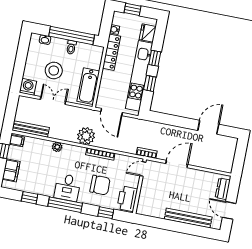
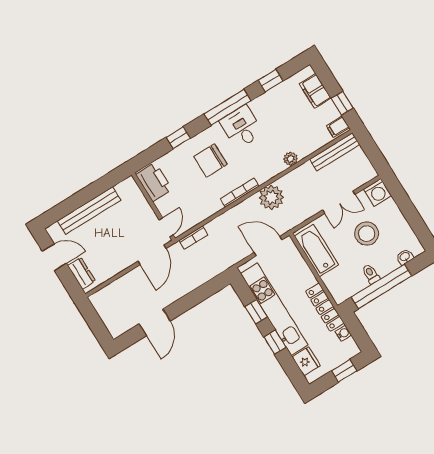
door: (143, 169) -> (166, 227), moved
wall: (139, 186) -> (153, 207), moved
printer: (127, 199) -> (154, 182), moved

